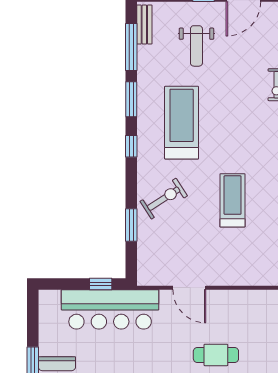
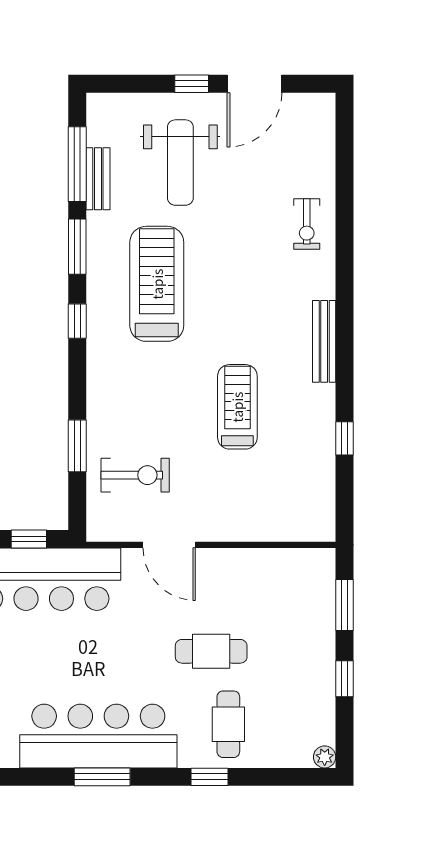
bench: (144, 25) -> (98, 179), moved
weight bench: (196, 46) -> (180, 163), width x1.36, depth x1.33
exercise bike: (164, 199) -> (135, 475), moved, turned 33

